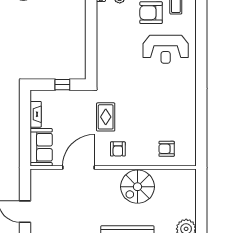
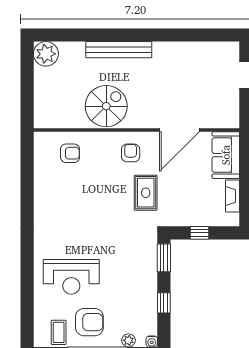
window: (91, 28) -> (164, 303), added
reception desk: (166, 49) -> (71, 277), turned 180
window: (91, 64) -> (164, 258), added

